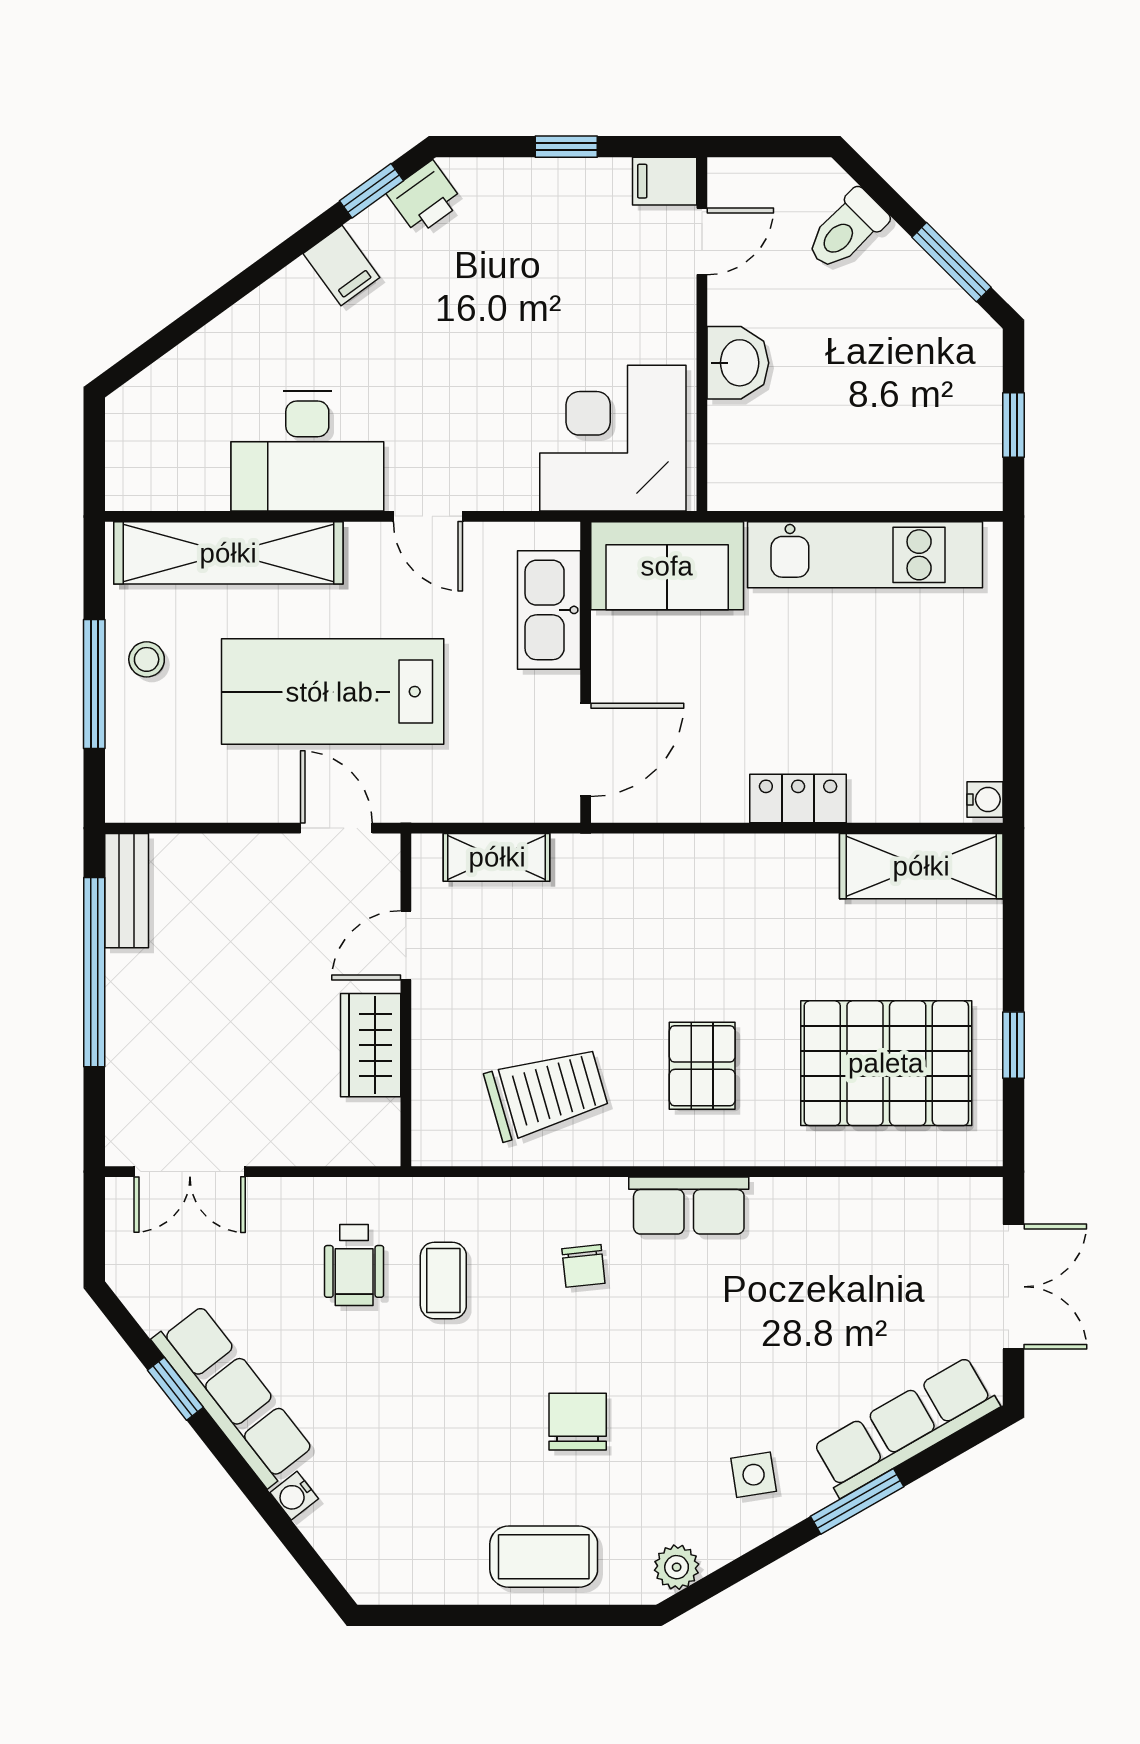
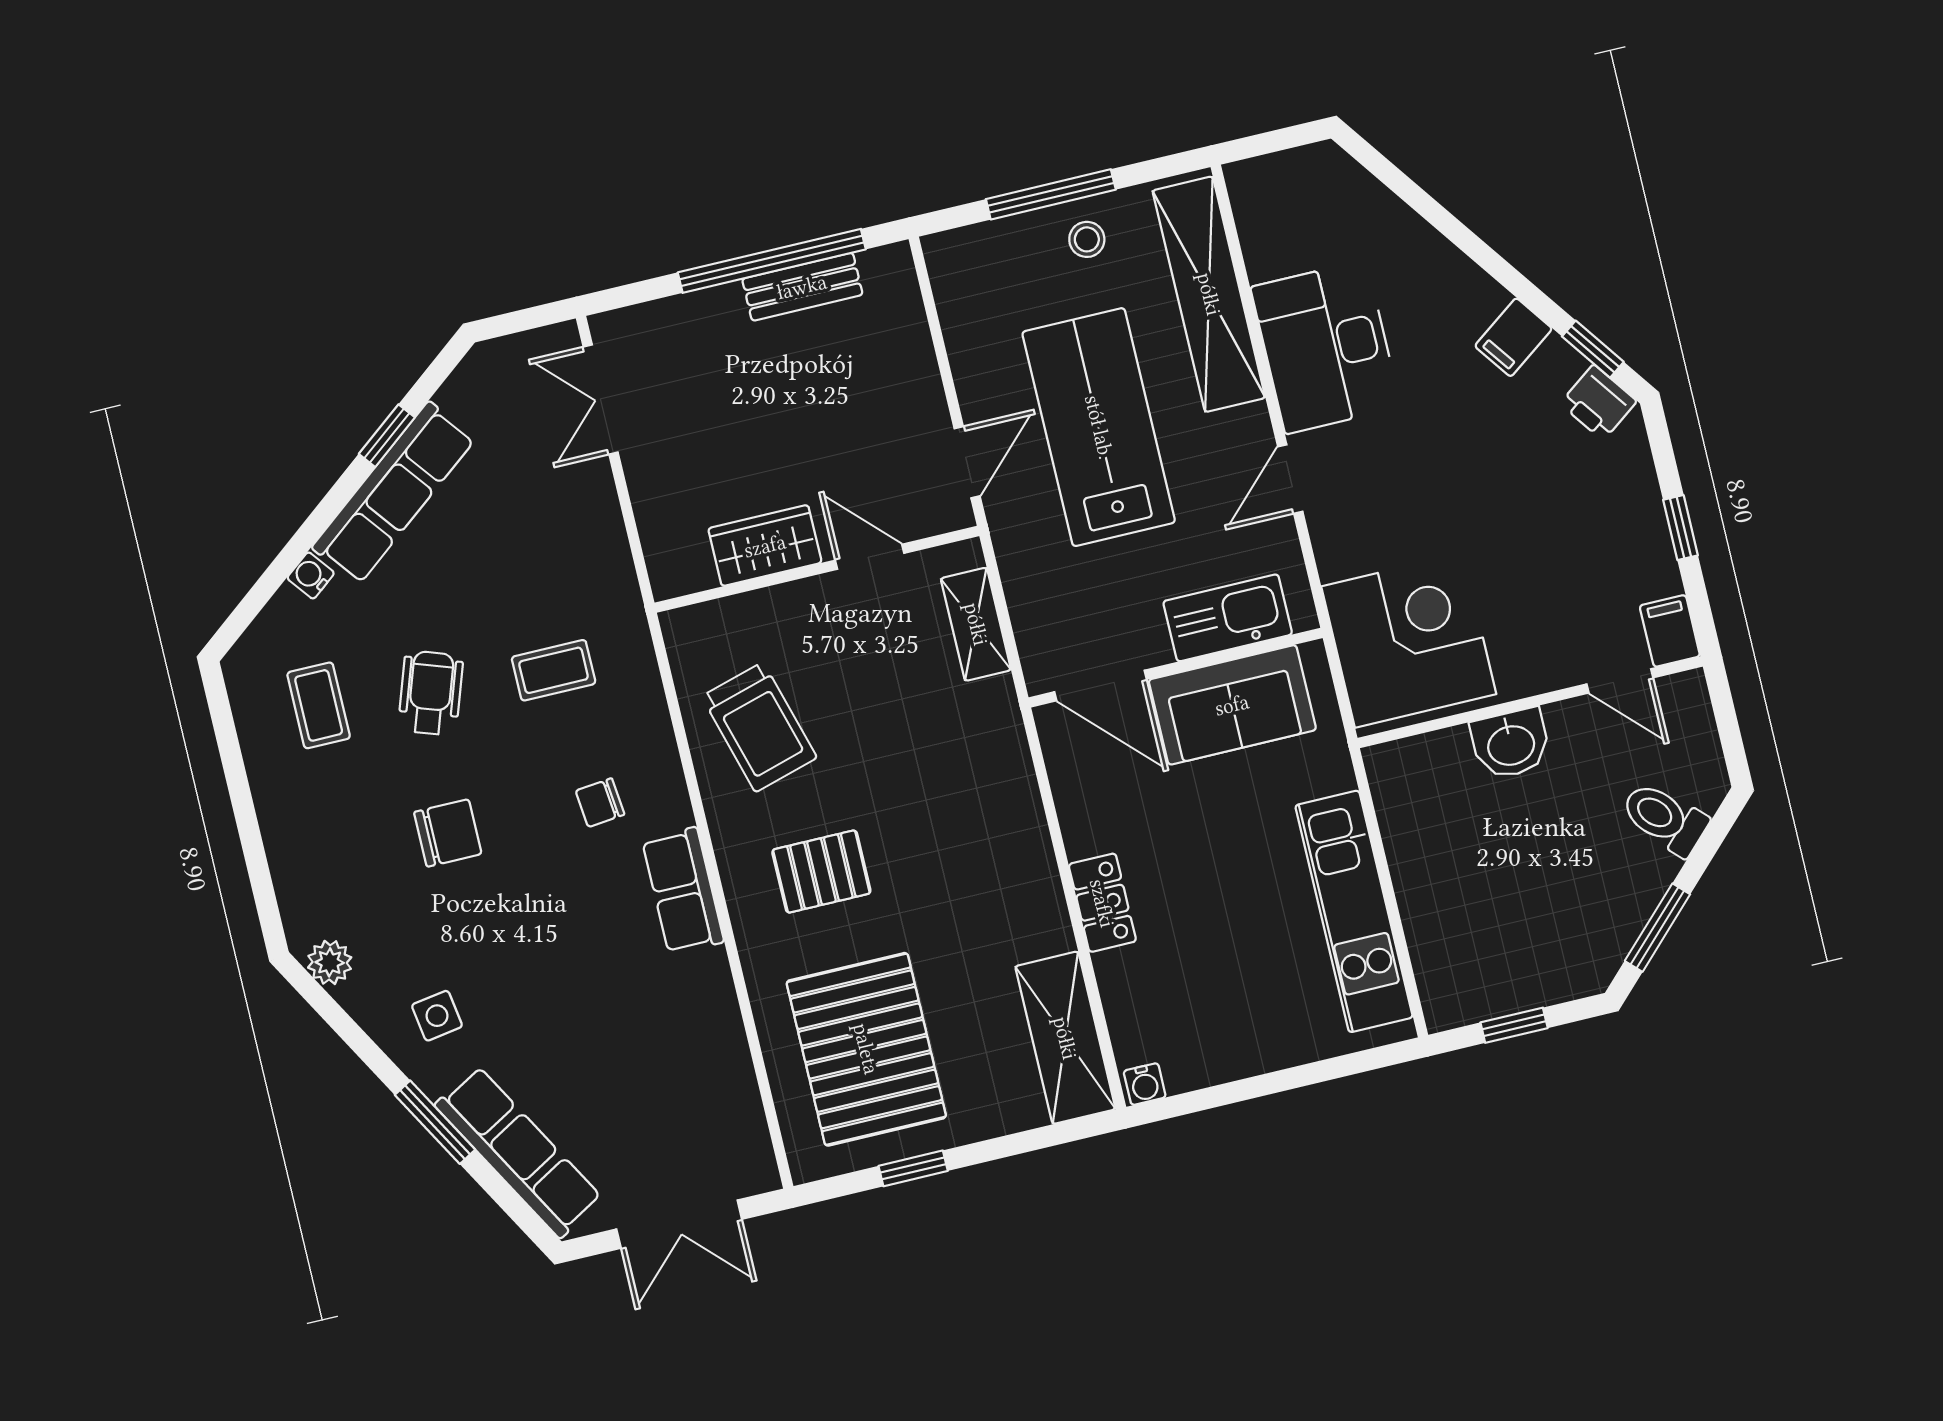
sofa: (667, 566) -> (1232, 705), moved, turned -90
bench: (127, 891) -> (802, 287), moved
wheelchair: (354, 1265) -> (431, 693), moved, turned 109
coffee table: (544, 1557) -> (319, 705), moved, width x0.73, depth x0.77

